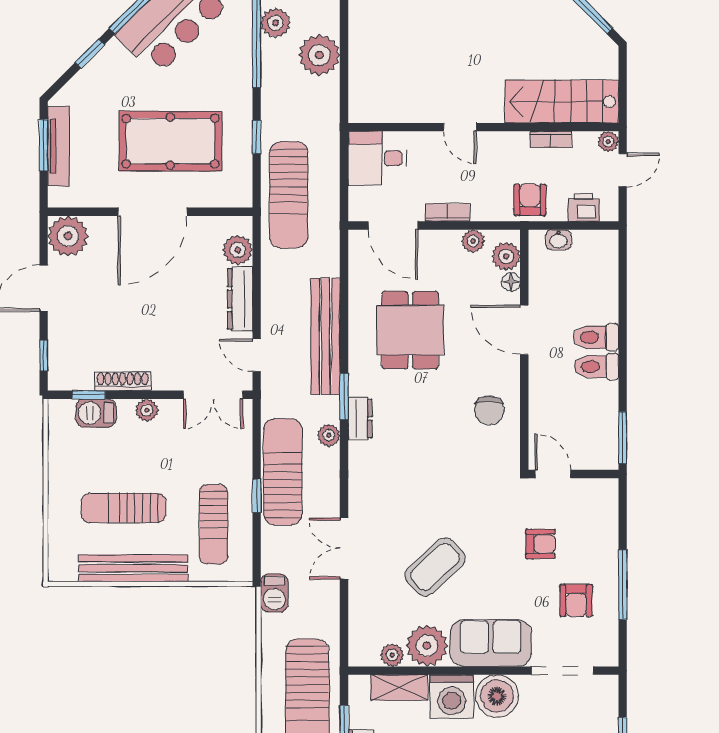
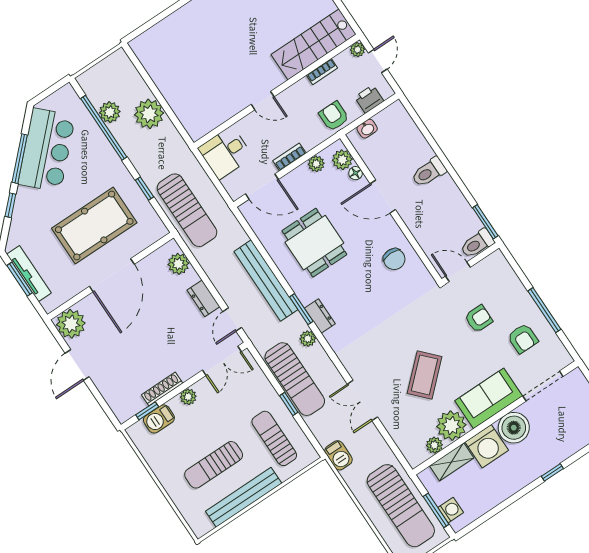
dresser: (240, 299) -> (204, 298), width x0.70
door: (257, 355) -> (232, 320), hinge flipped
window: (44, 356) -> (104, 405), removed
toilet: (596, 367) -> (477, 244), moved
sun lounger: (283, 472) -> (295, 379), turned 180
sun lounger: (214, 524) -> (274, 438), turned 180

